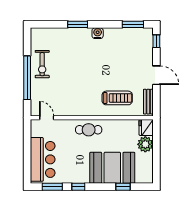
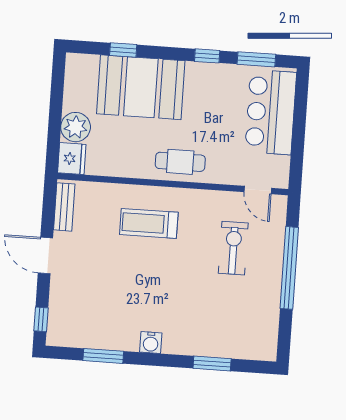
window: (78, 24) -> (212, 364), moved
window: (133, 24) -> (103, 356), moved
exercise bike: (42, 64) -> (233, 248), moved
treadmill: (117, 98) -> (149, 223), moved

